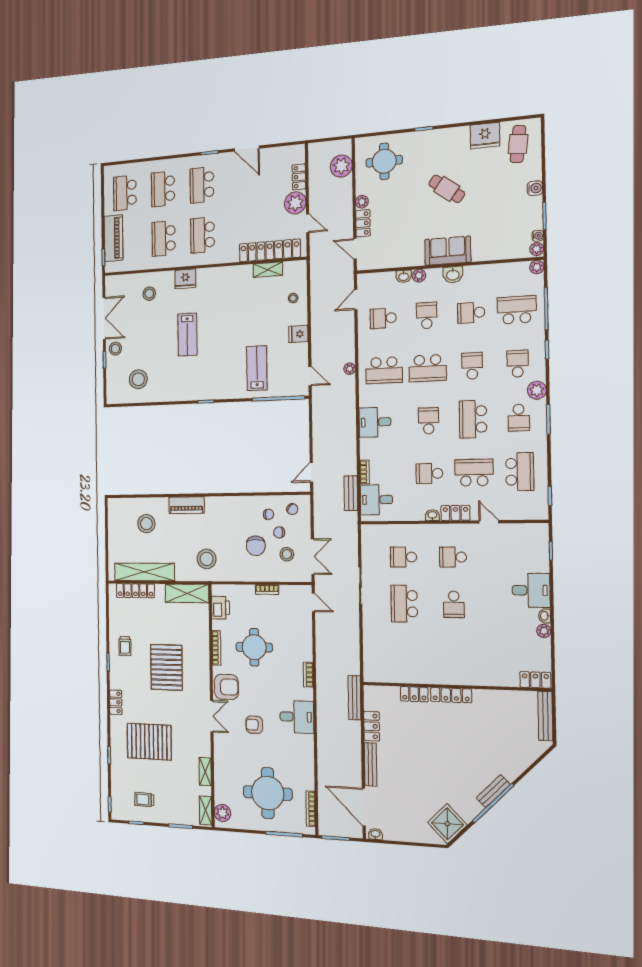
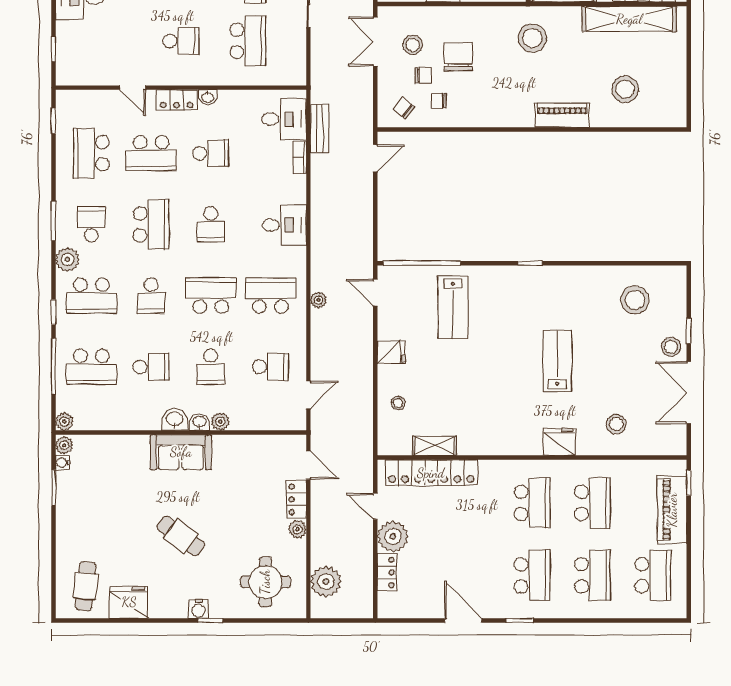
water cooler: (535, 188) -> (198, 609), moved, turned -90
washbasin: (404, 276) -> (199, 422), moved
school desk: (518, 364) -> (91, 296), width x1.85
school desk: (403, 557) -> (248, 41), width x1.85

